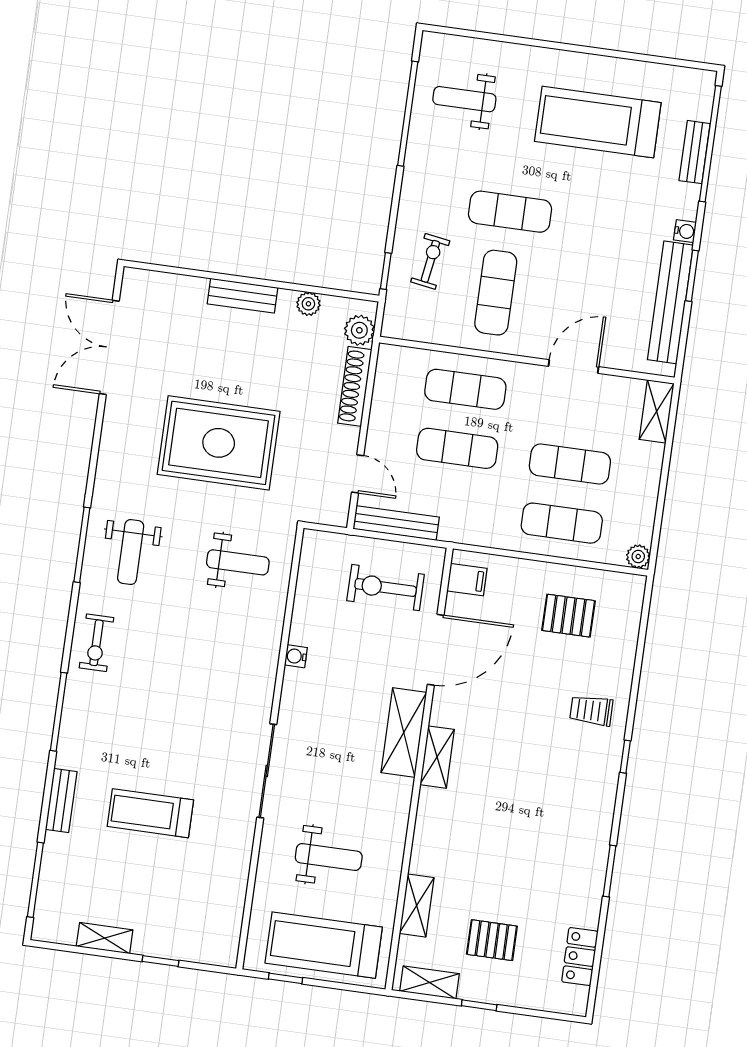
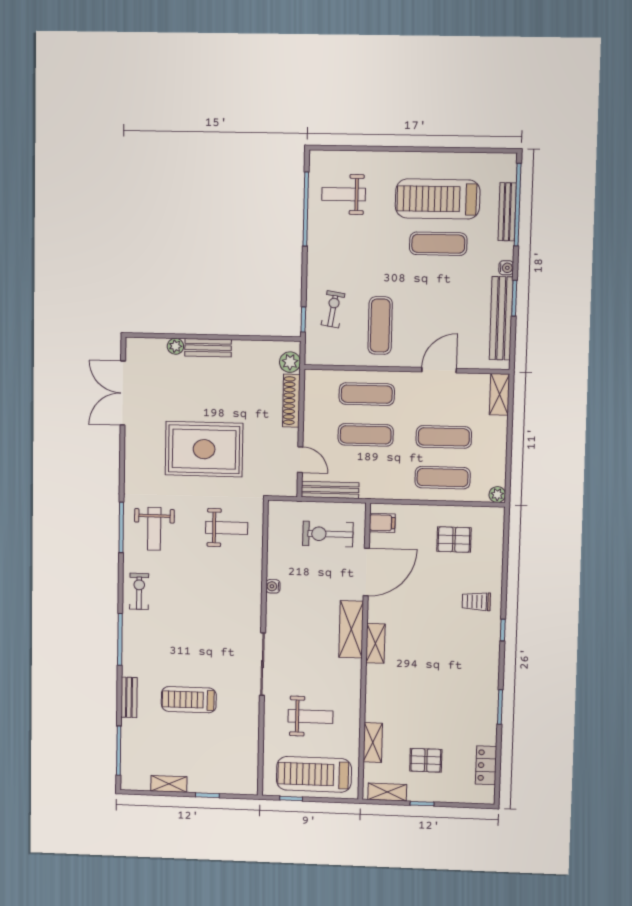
bench: (695, 152) -> (507, 212), width x1.36
exercise mat: (510, 212) -> (438, 244), moved
plant: (308, 304) -> (175, 346), moved
exercise bike: (96, 643) -> (139, 591), turned 180

